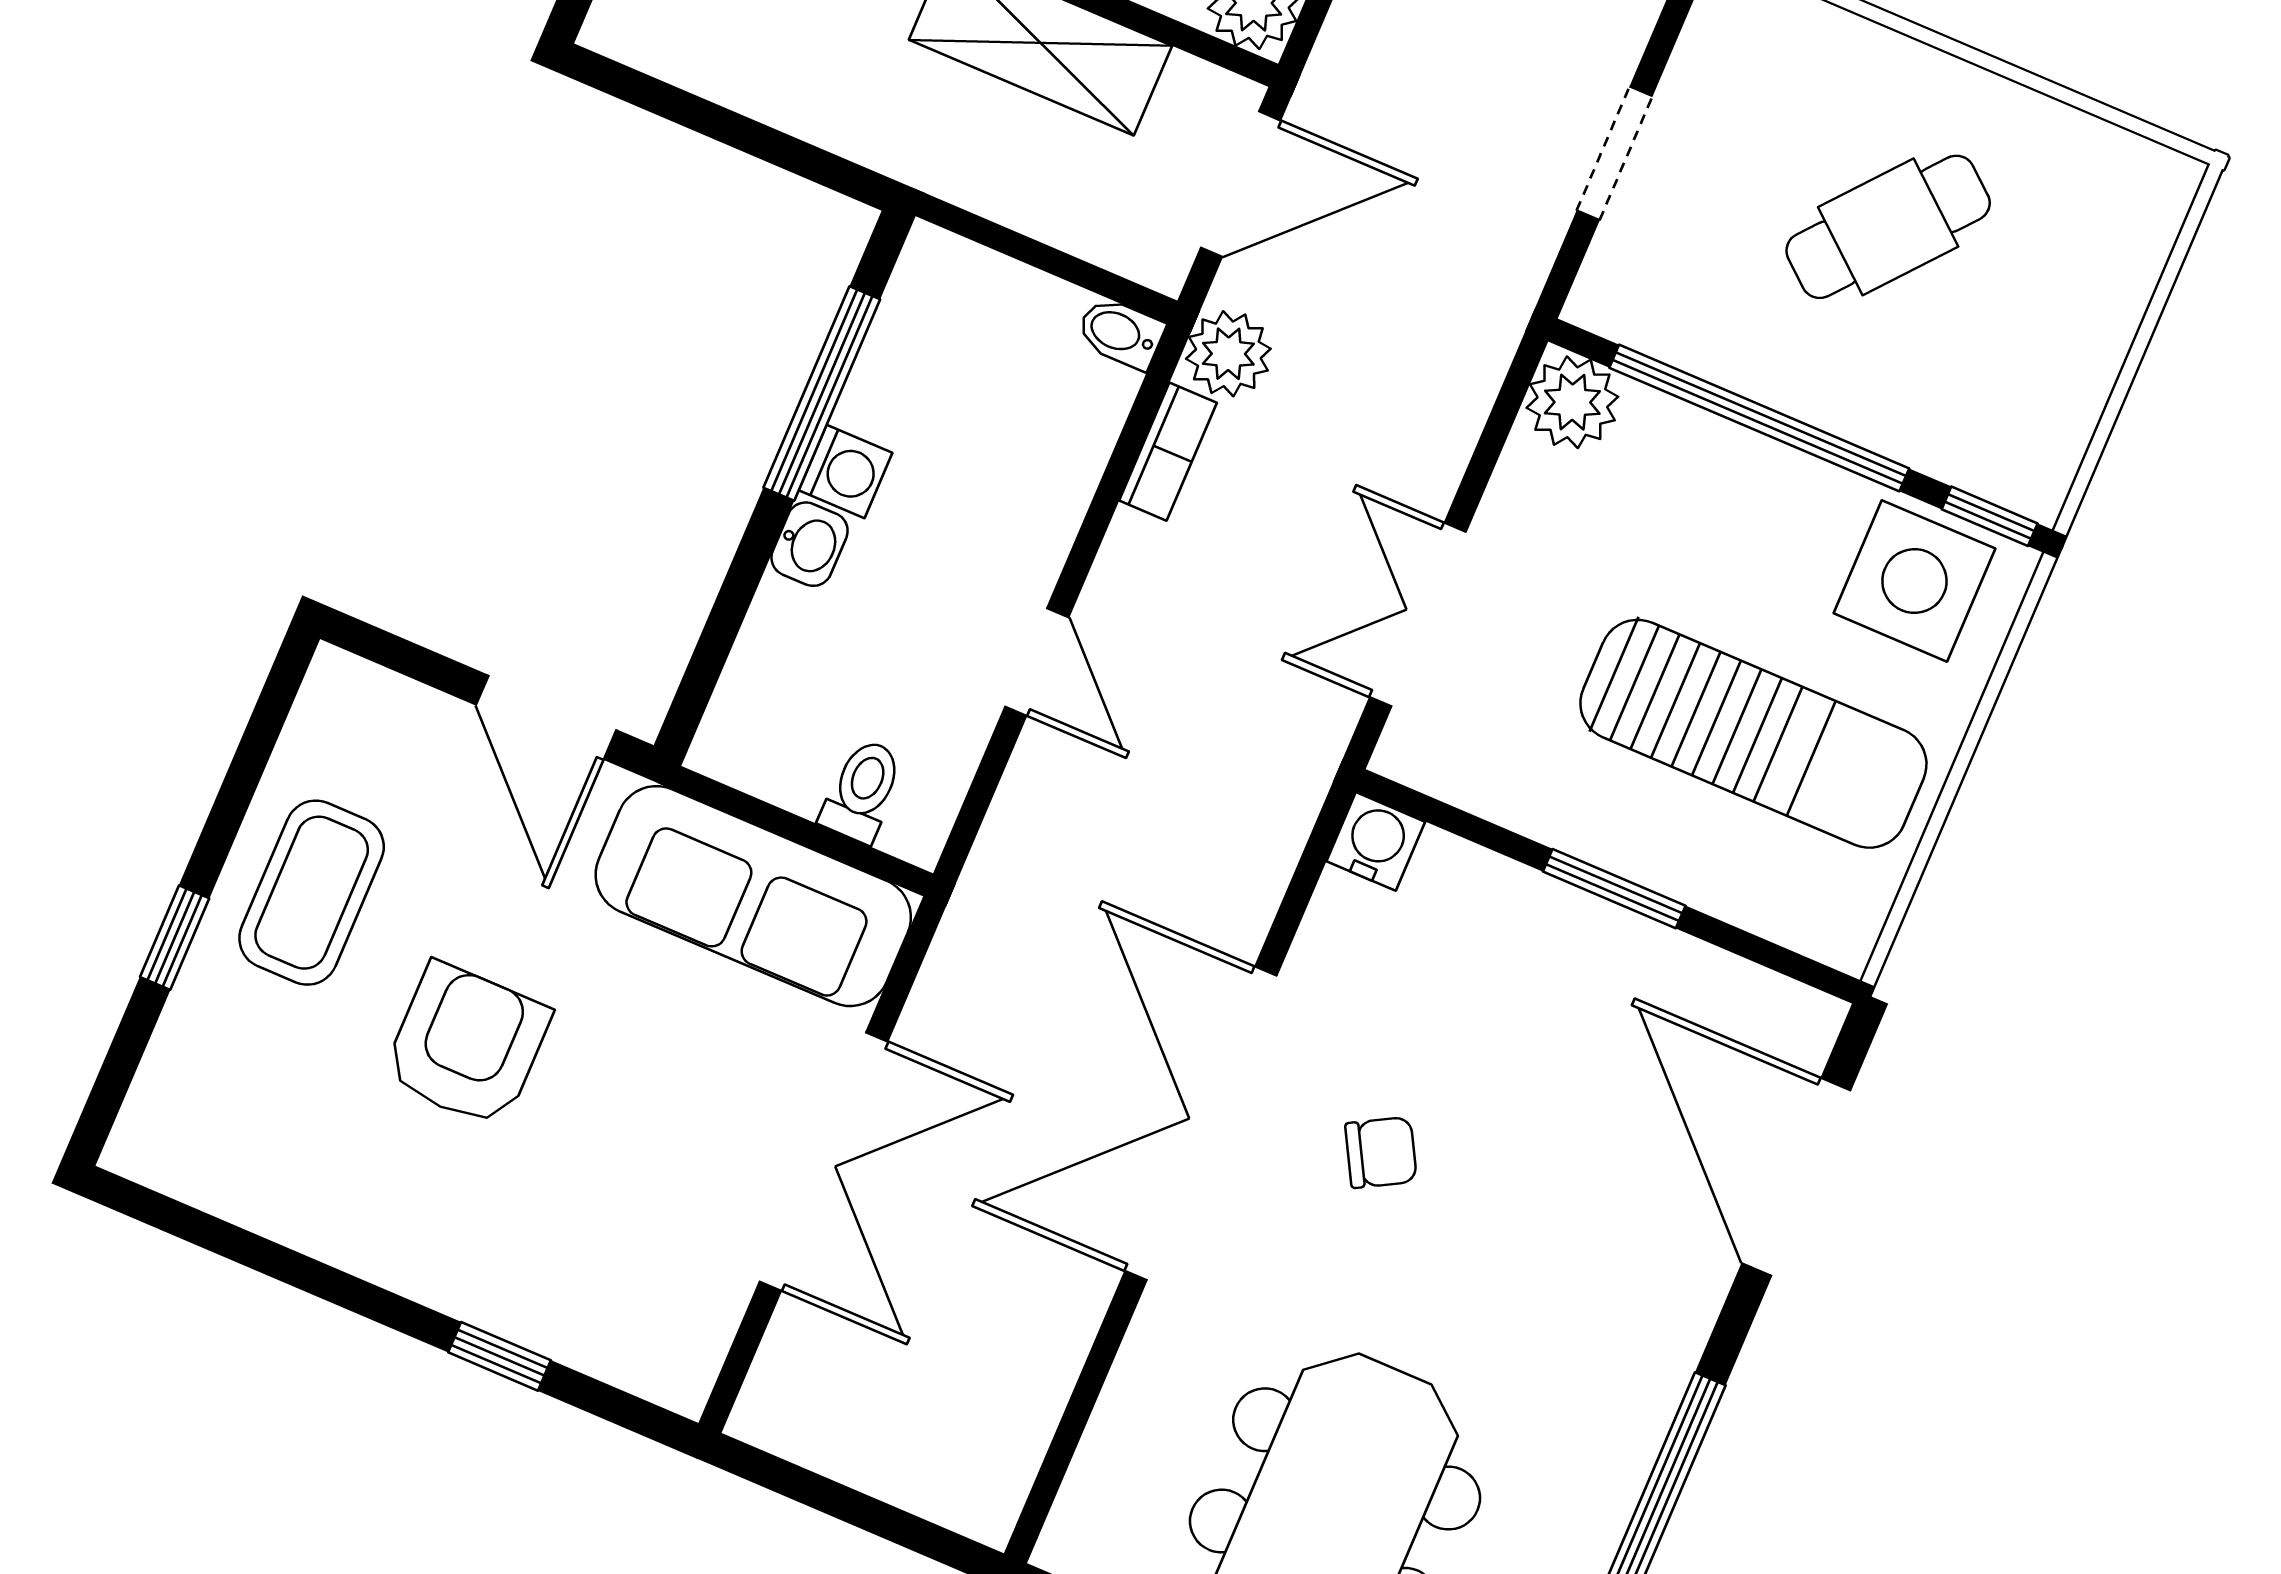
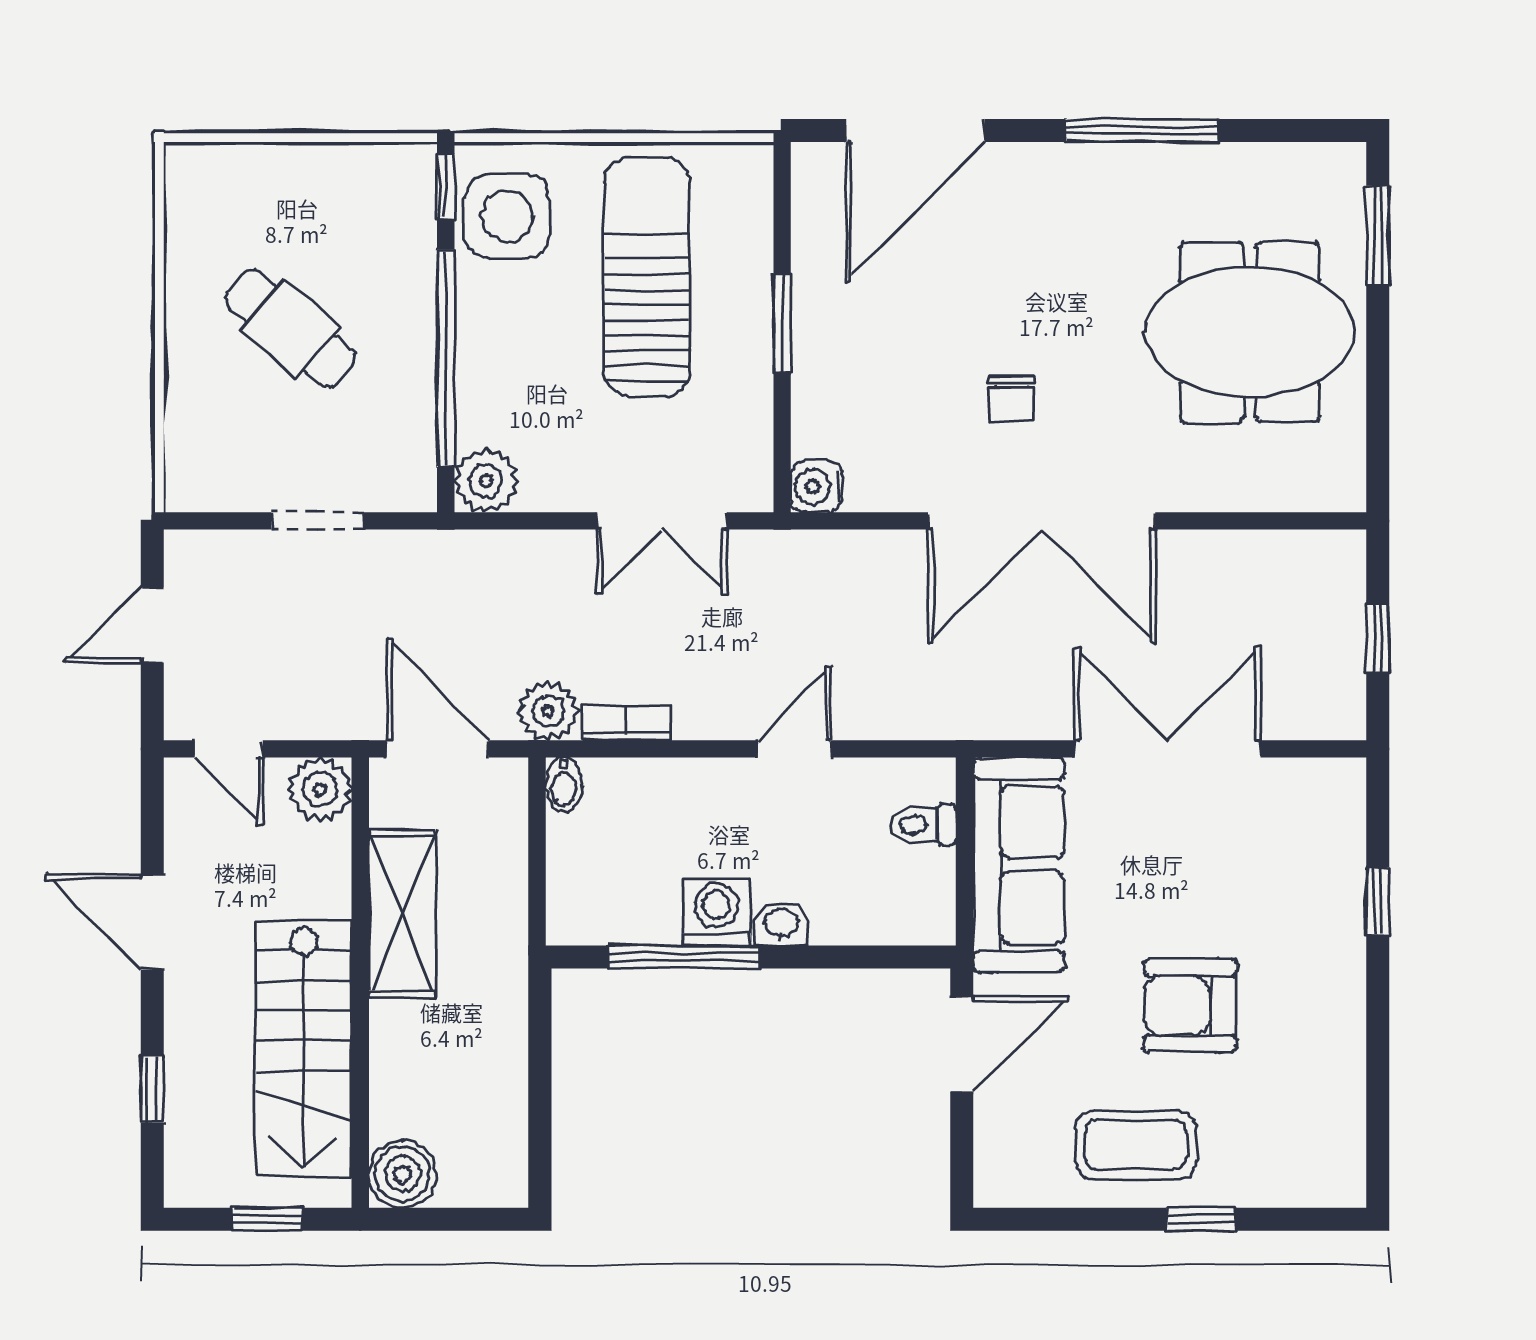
washing machine: (845, 472) -> (716, 912), width x1.38, depth x1.38
chair: (1381, 1152) -> (1012, 399), turned -151
window: (852, 1507) -> (1378, 638), added

